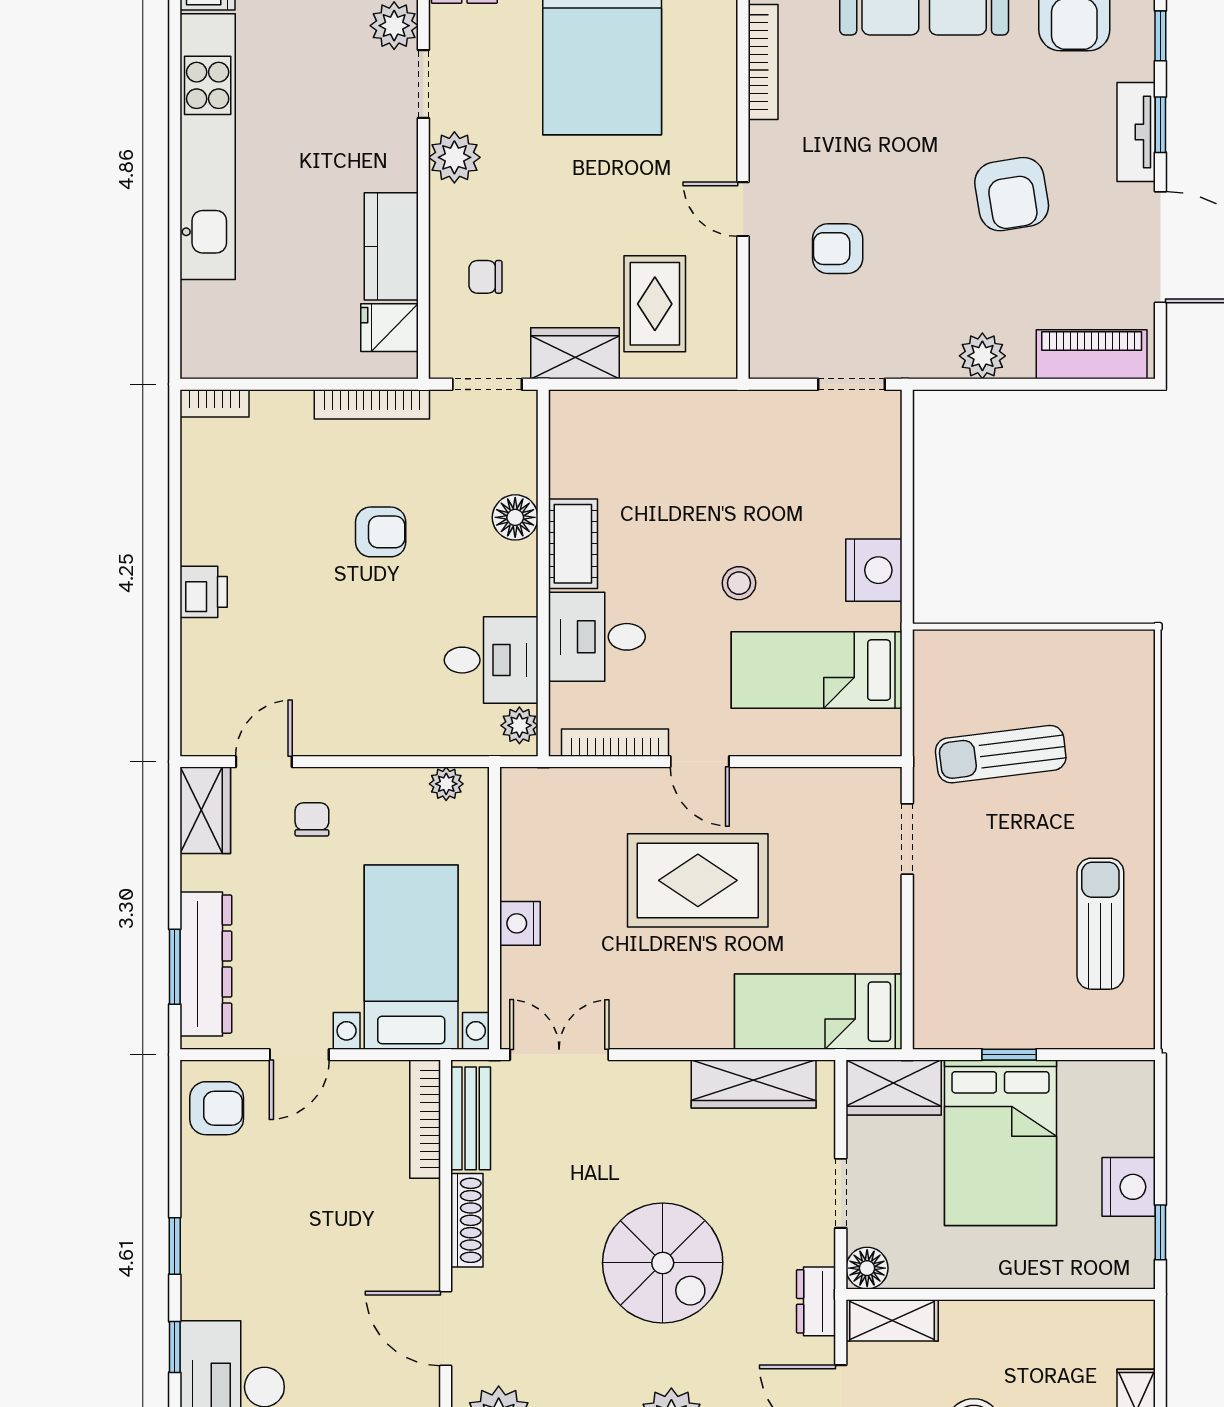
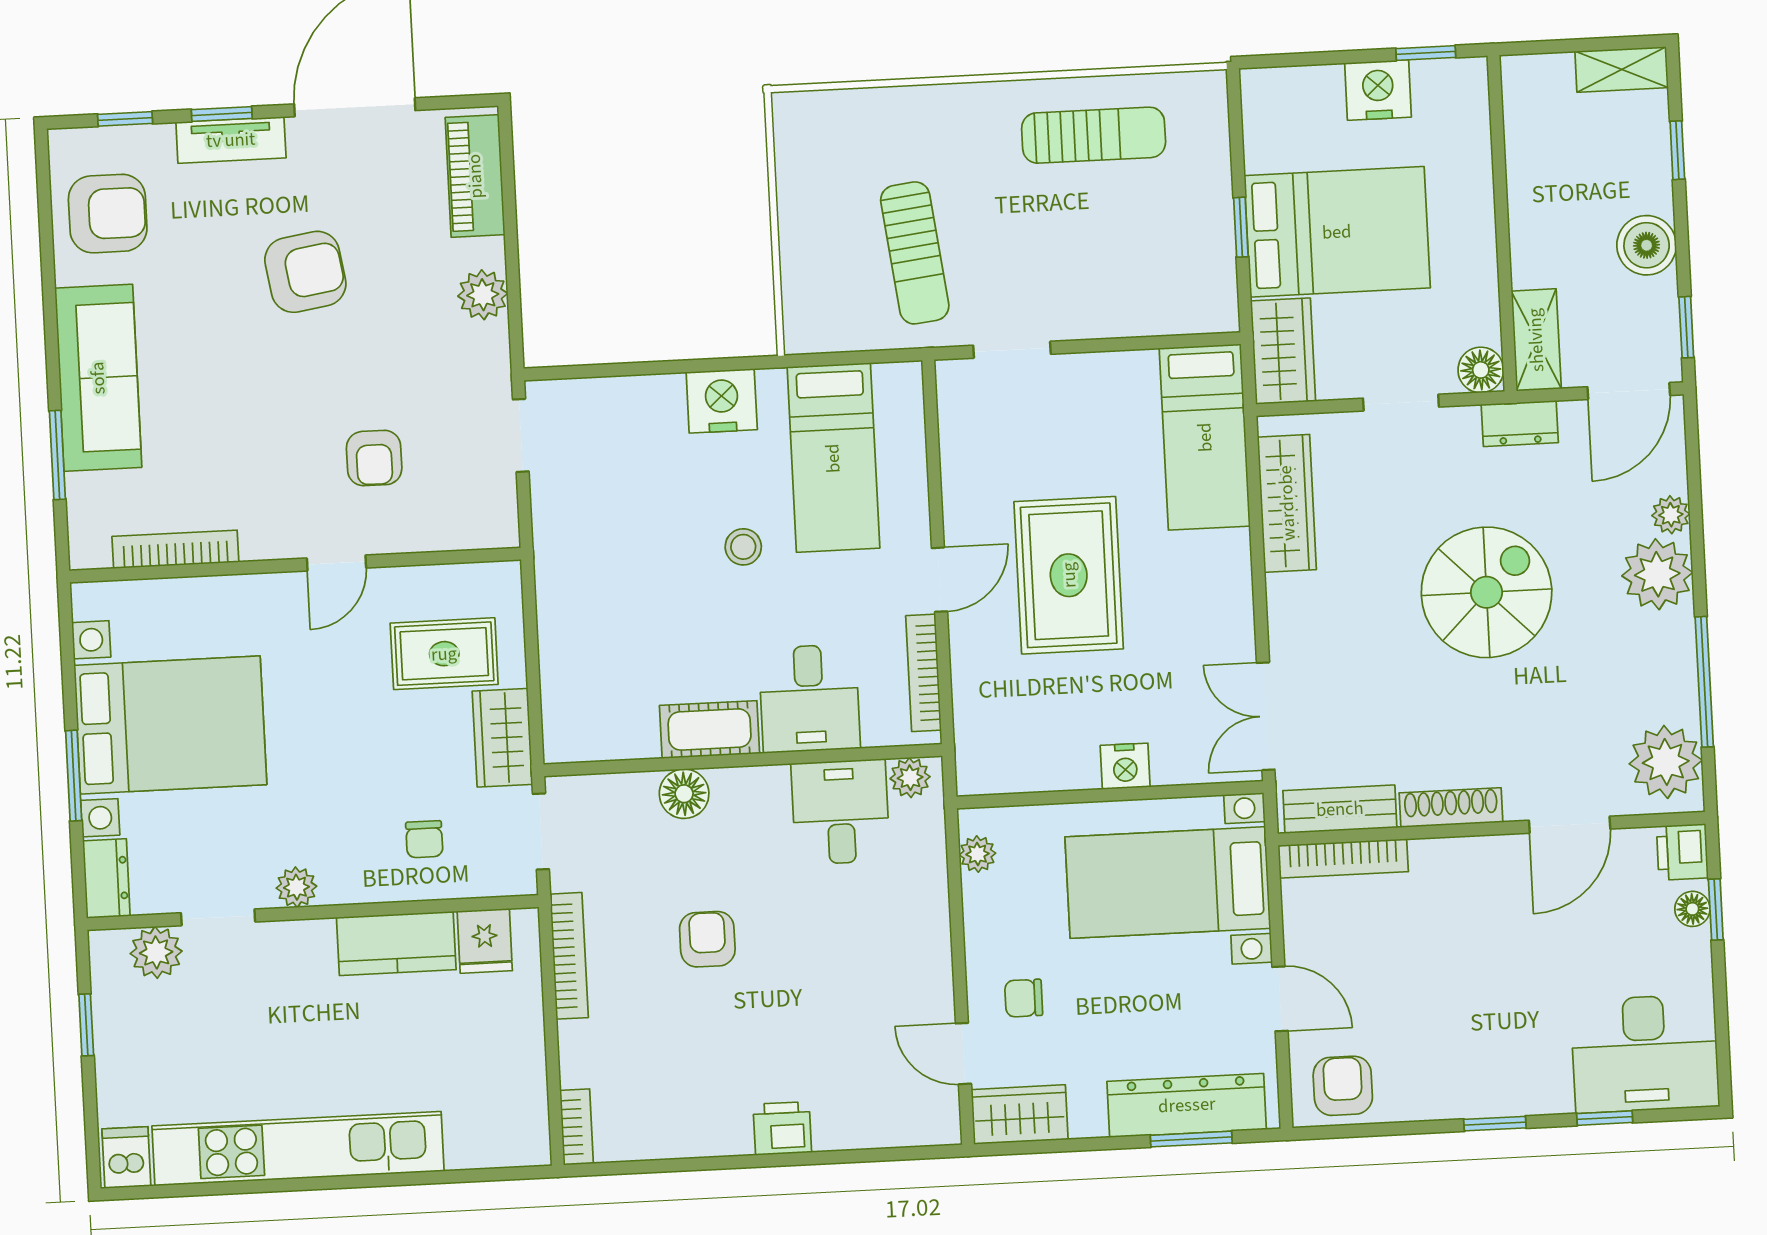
plant: (454, 157) -> (296, 887), width x0.73, depth x0.73
sun lounger: (1100, 924) -> (1094, 135), turned 180

